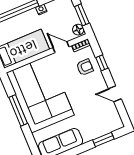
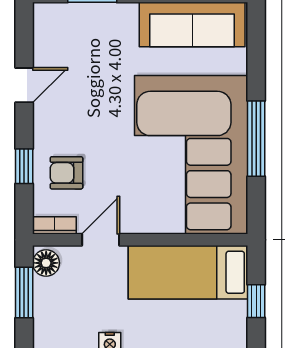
door: (61, 47) -> (101, 240), swing flipped
door: (115, 94) -> (24, 85), hinge flipped

